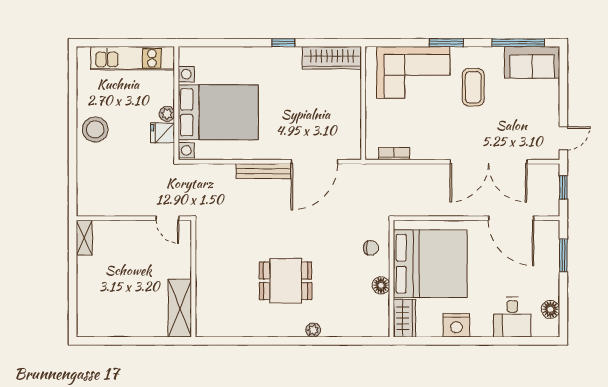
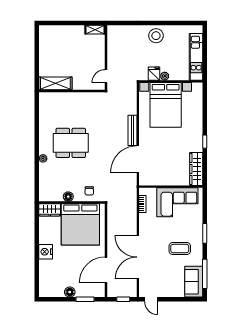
corner sofa: (413, 72) -> (177, 202), moved, turned -90
door: (314, 162) -> (138, 159), hinge flipped
dining table: (286, 281) -> (71, 143), width x1.38
floor lamp: (550, 309) -> (70, 292), moved
desk: (512, 317) -> (50, 270), removed
nightstand: (456, 325) -> (46, 252), moved

